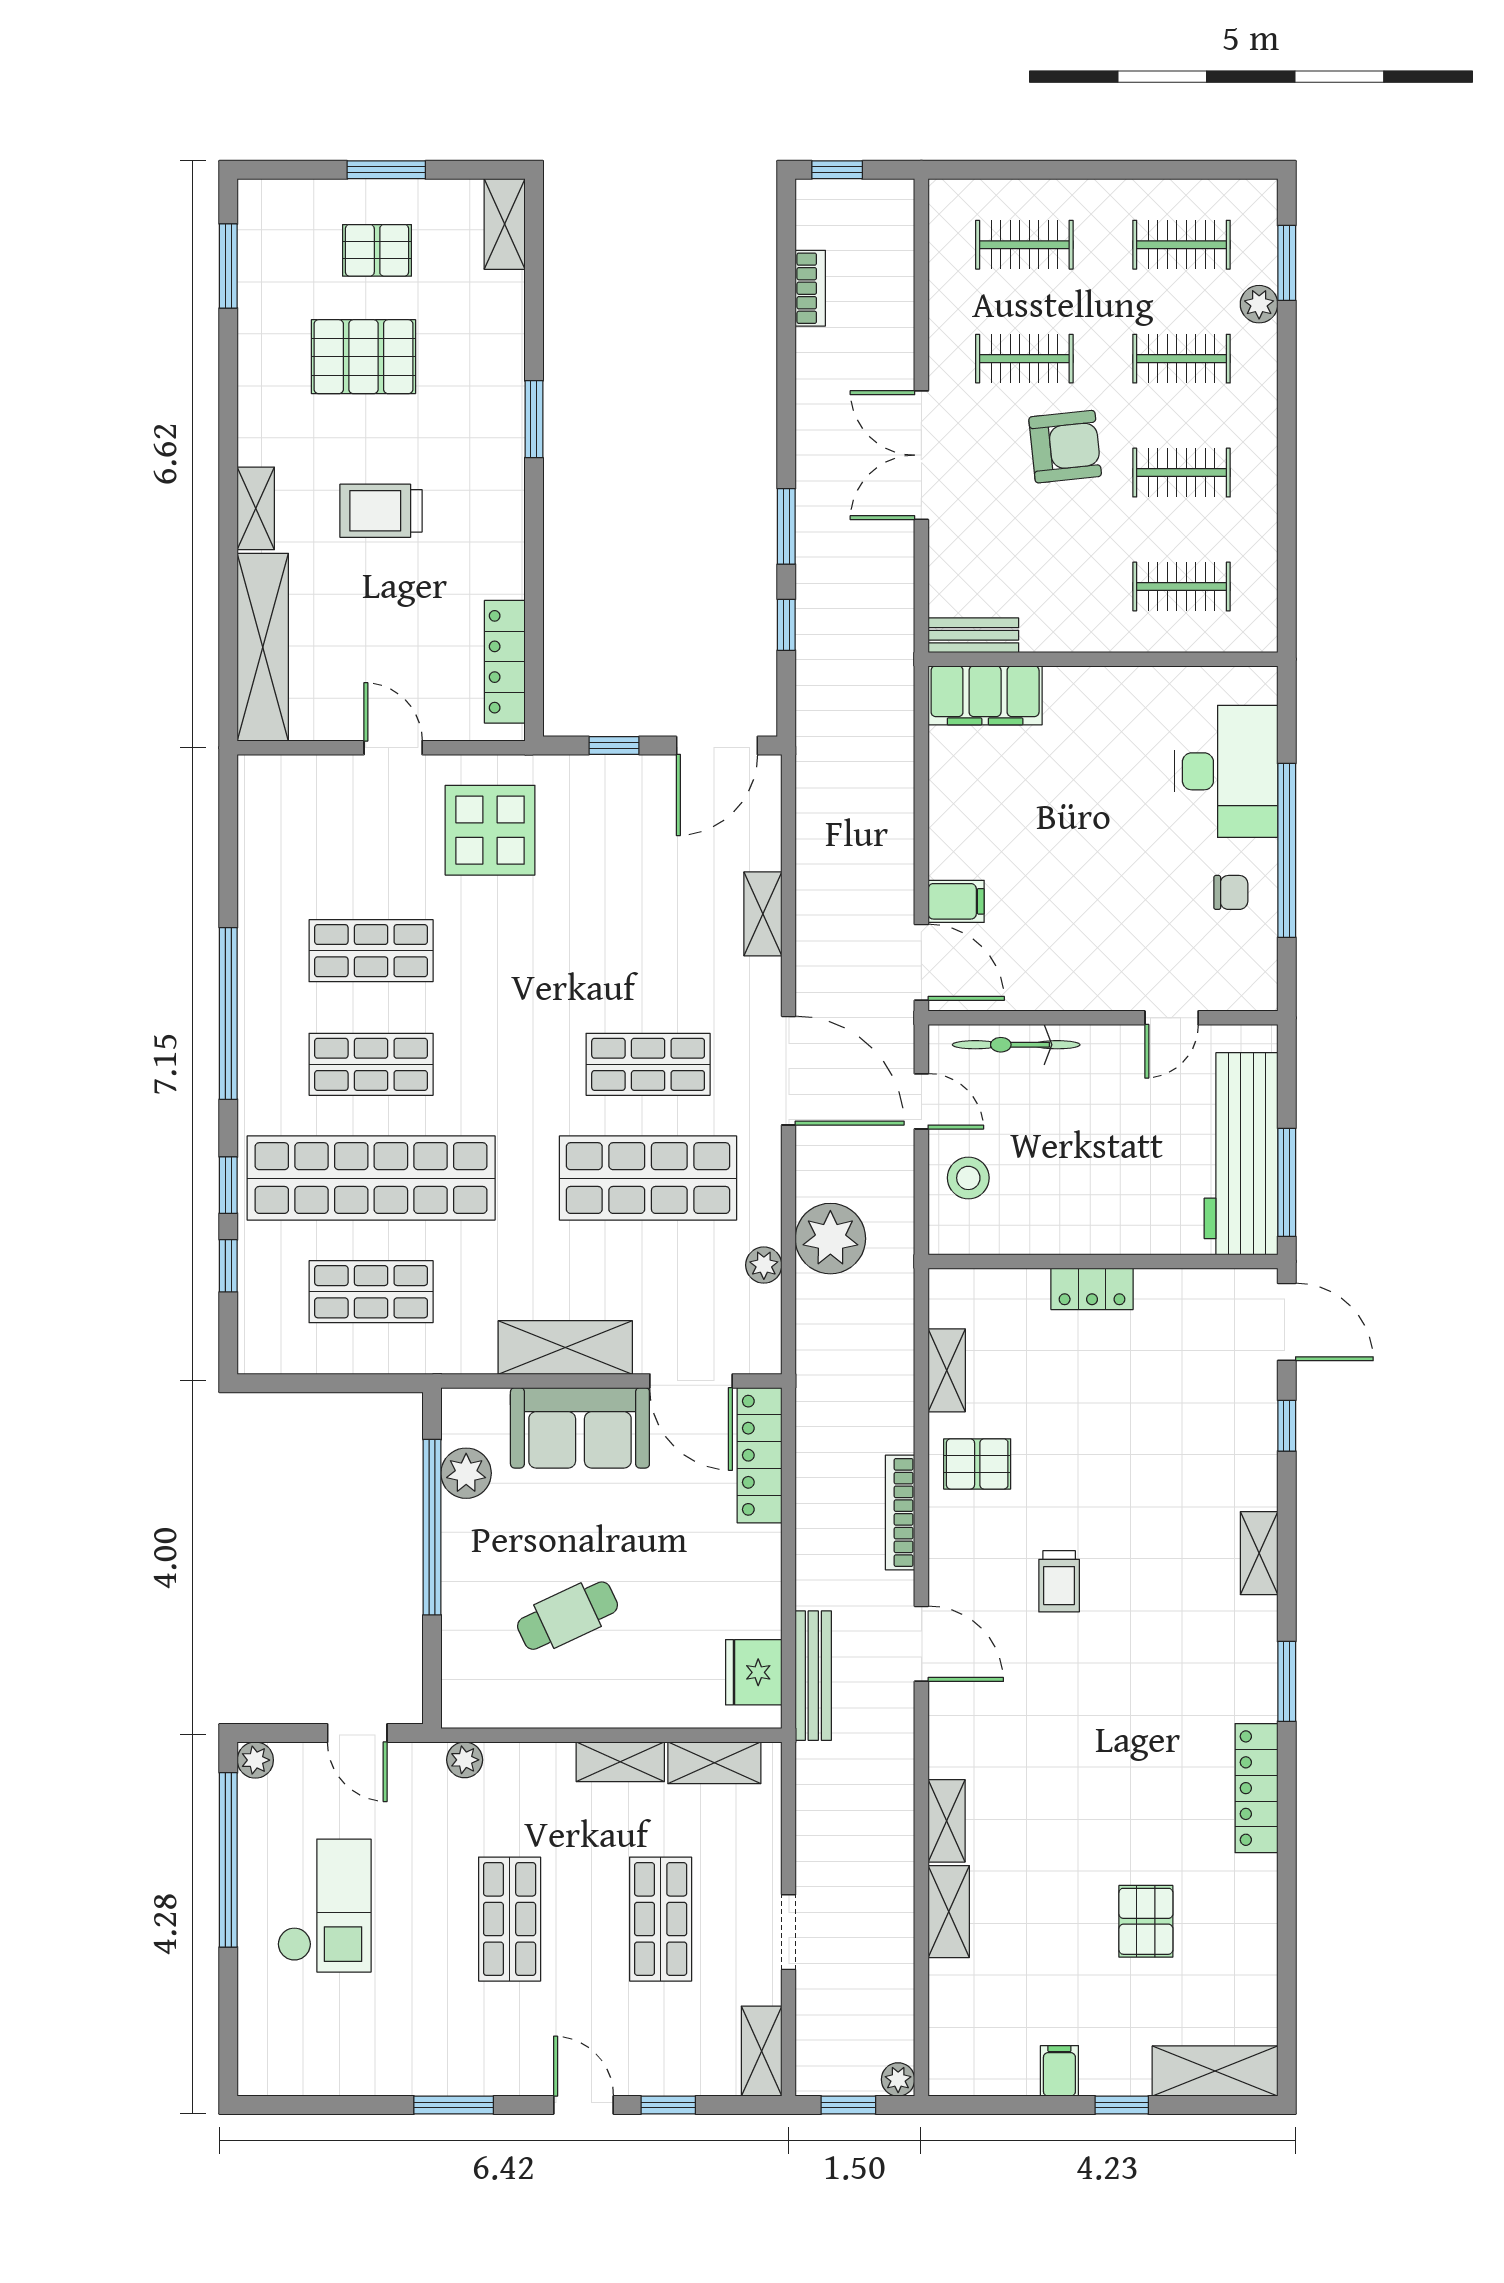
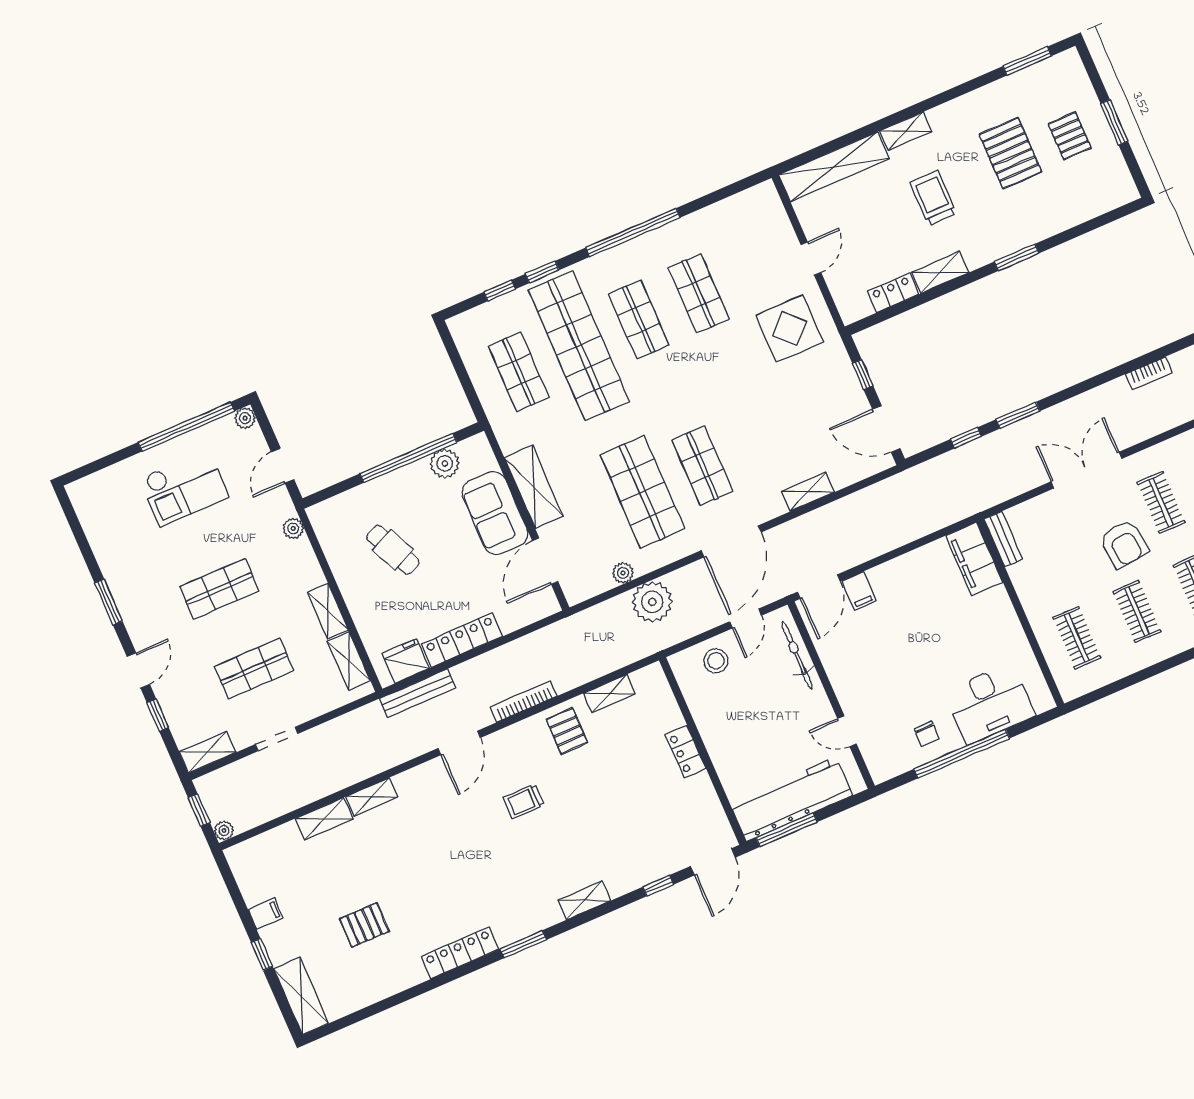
shelving: (505, 224) -> (940, 272), moved
locker: (505, 662) -> (893, 293), width x0.66
locker: (759, 1455) -> (462, 640), moved

